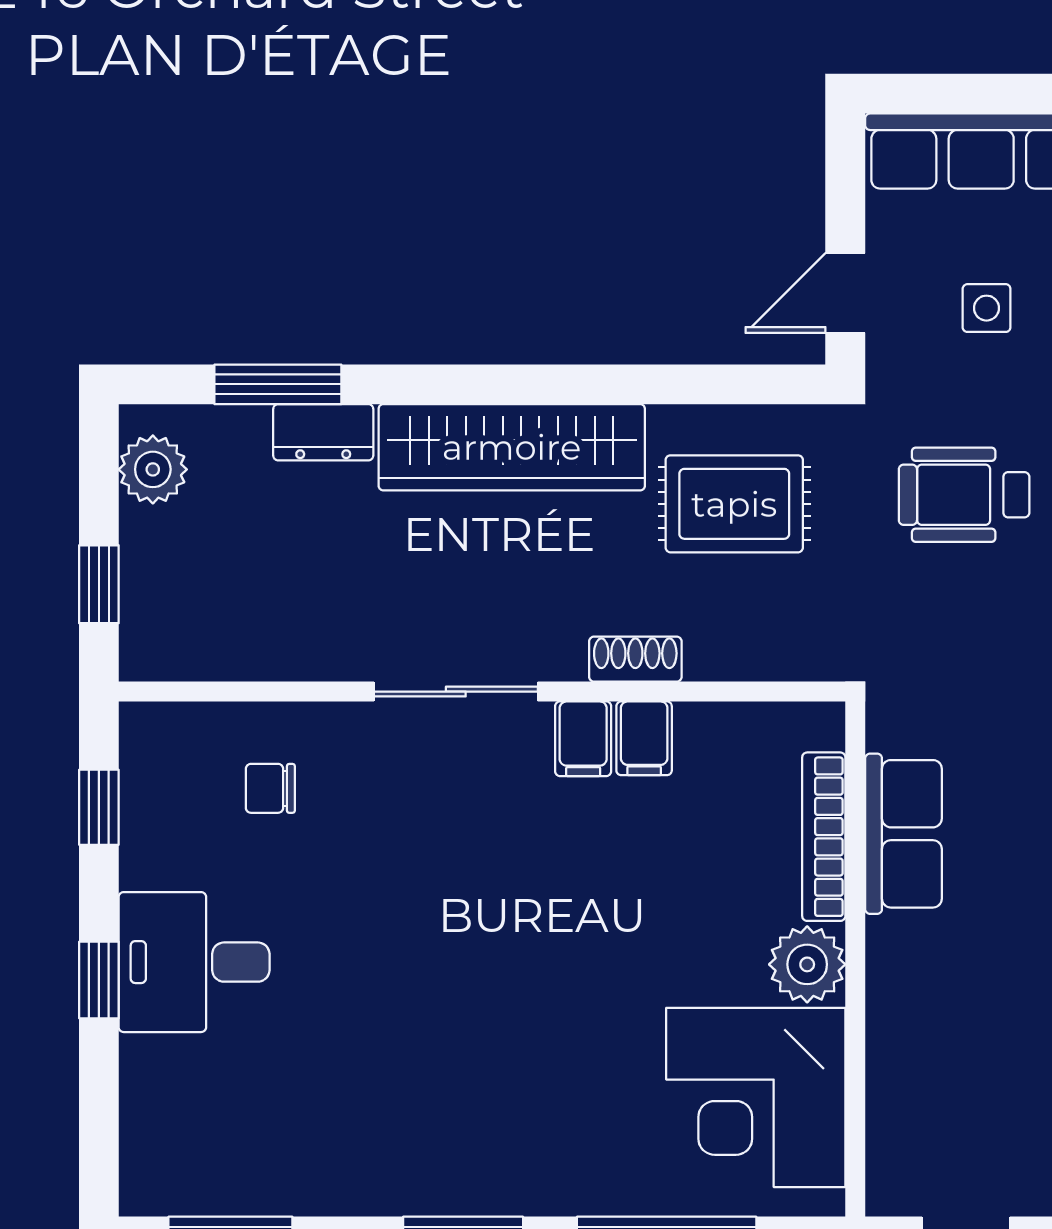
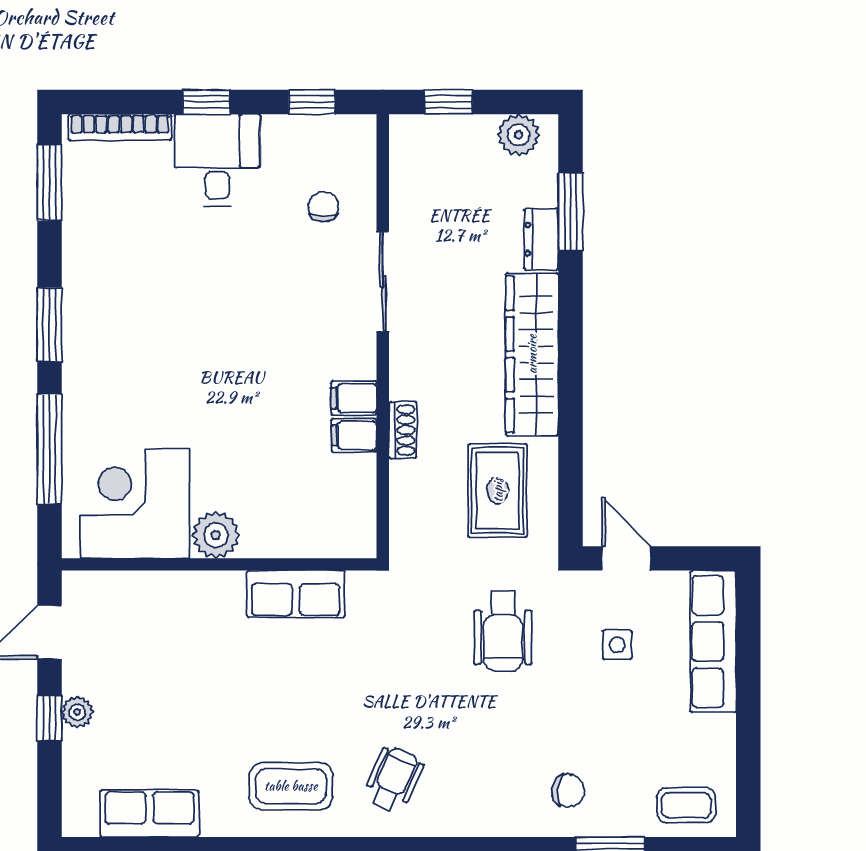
wheelchair: (964, 495) -> (503, 631), turned 180
sliding door: (456, 692) -> (383, 282), moved
bookcase: (824, 837) -> (120, 127), moved, turned 180

